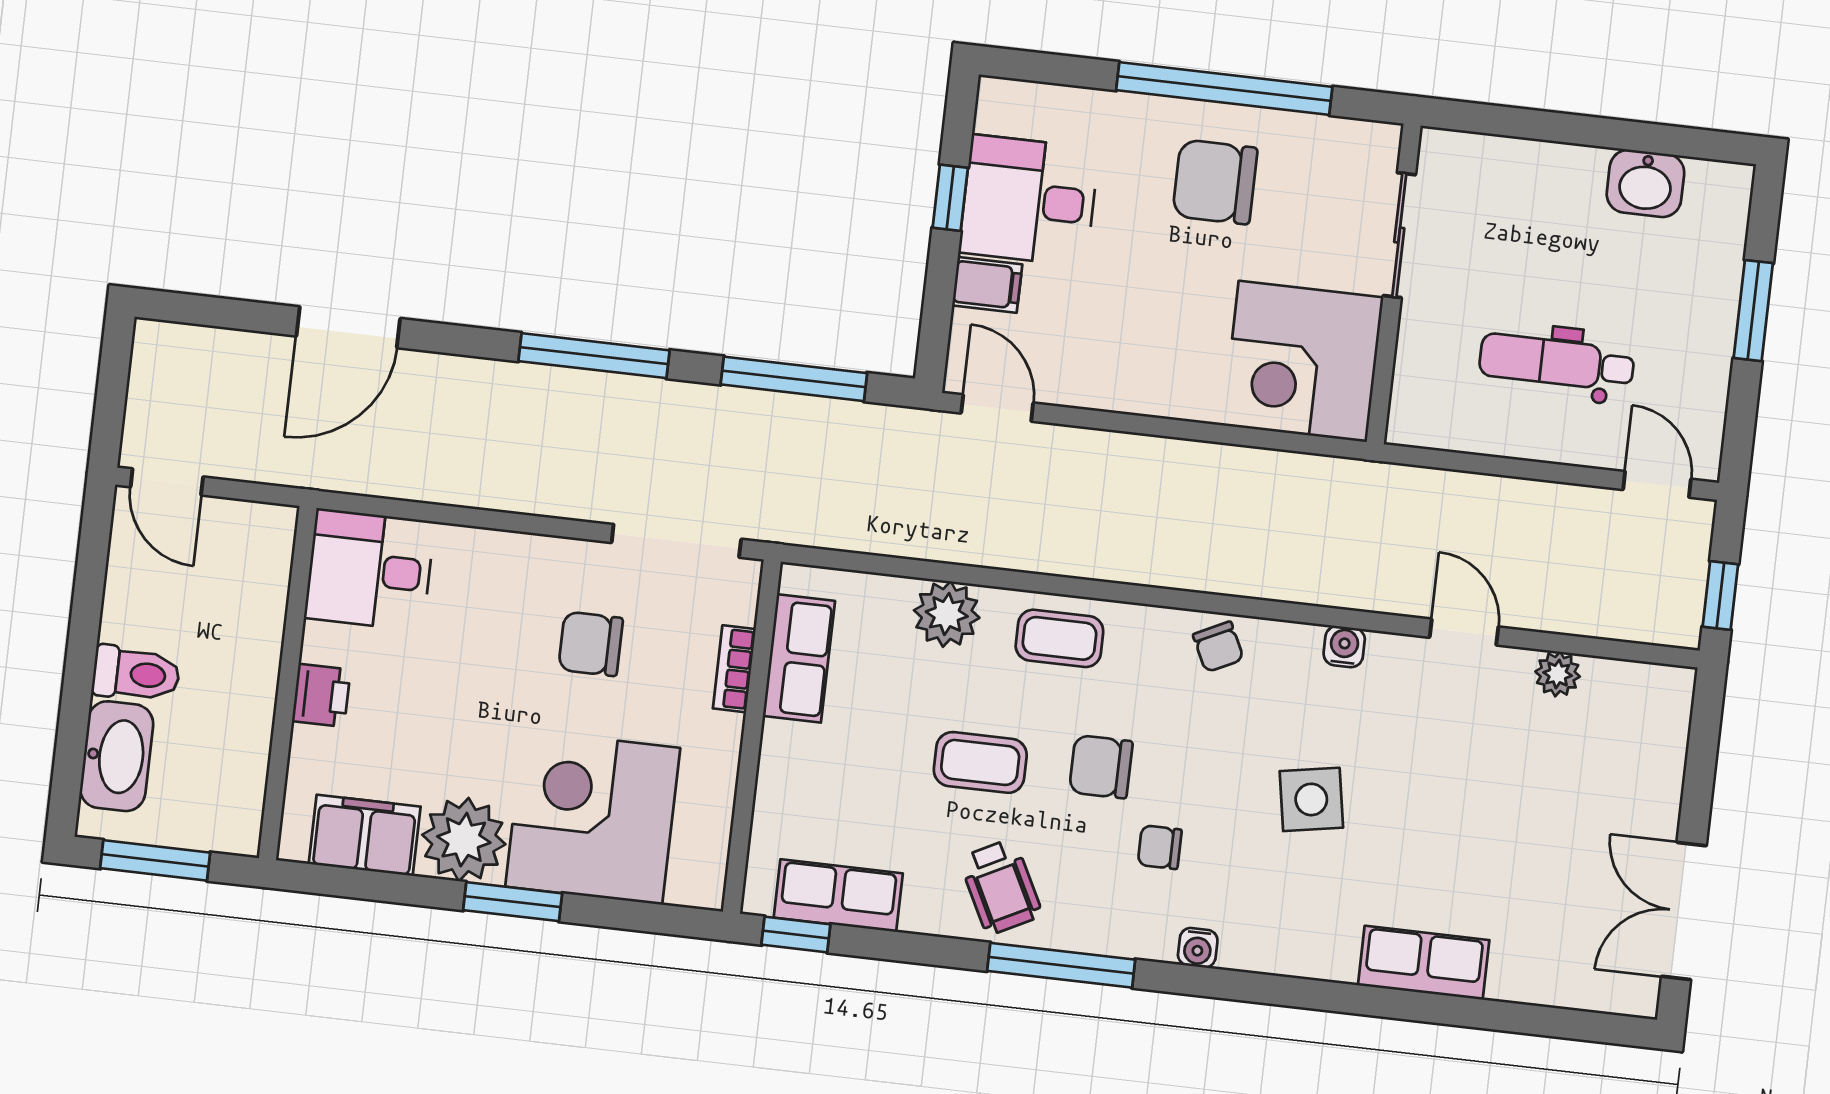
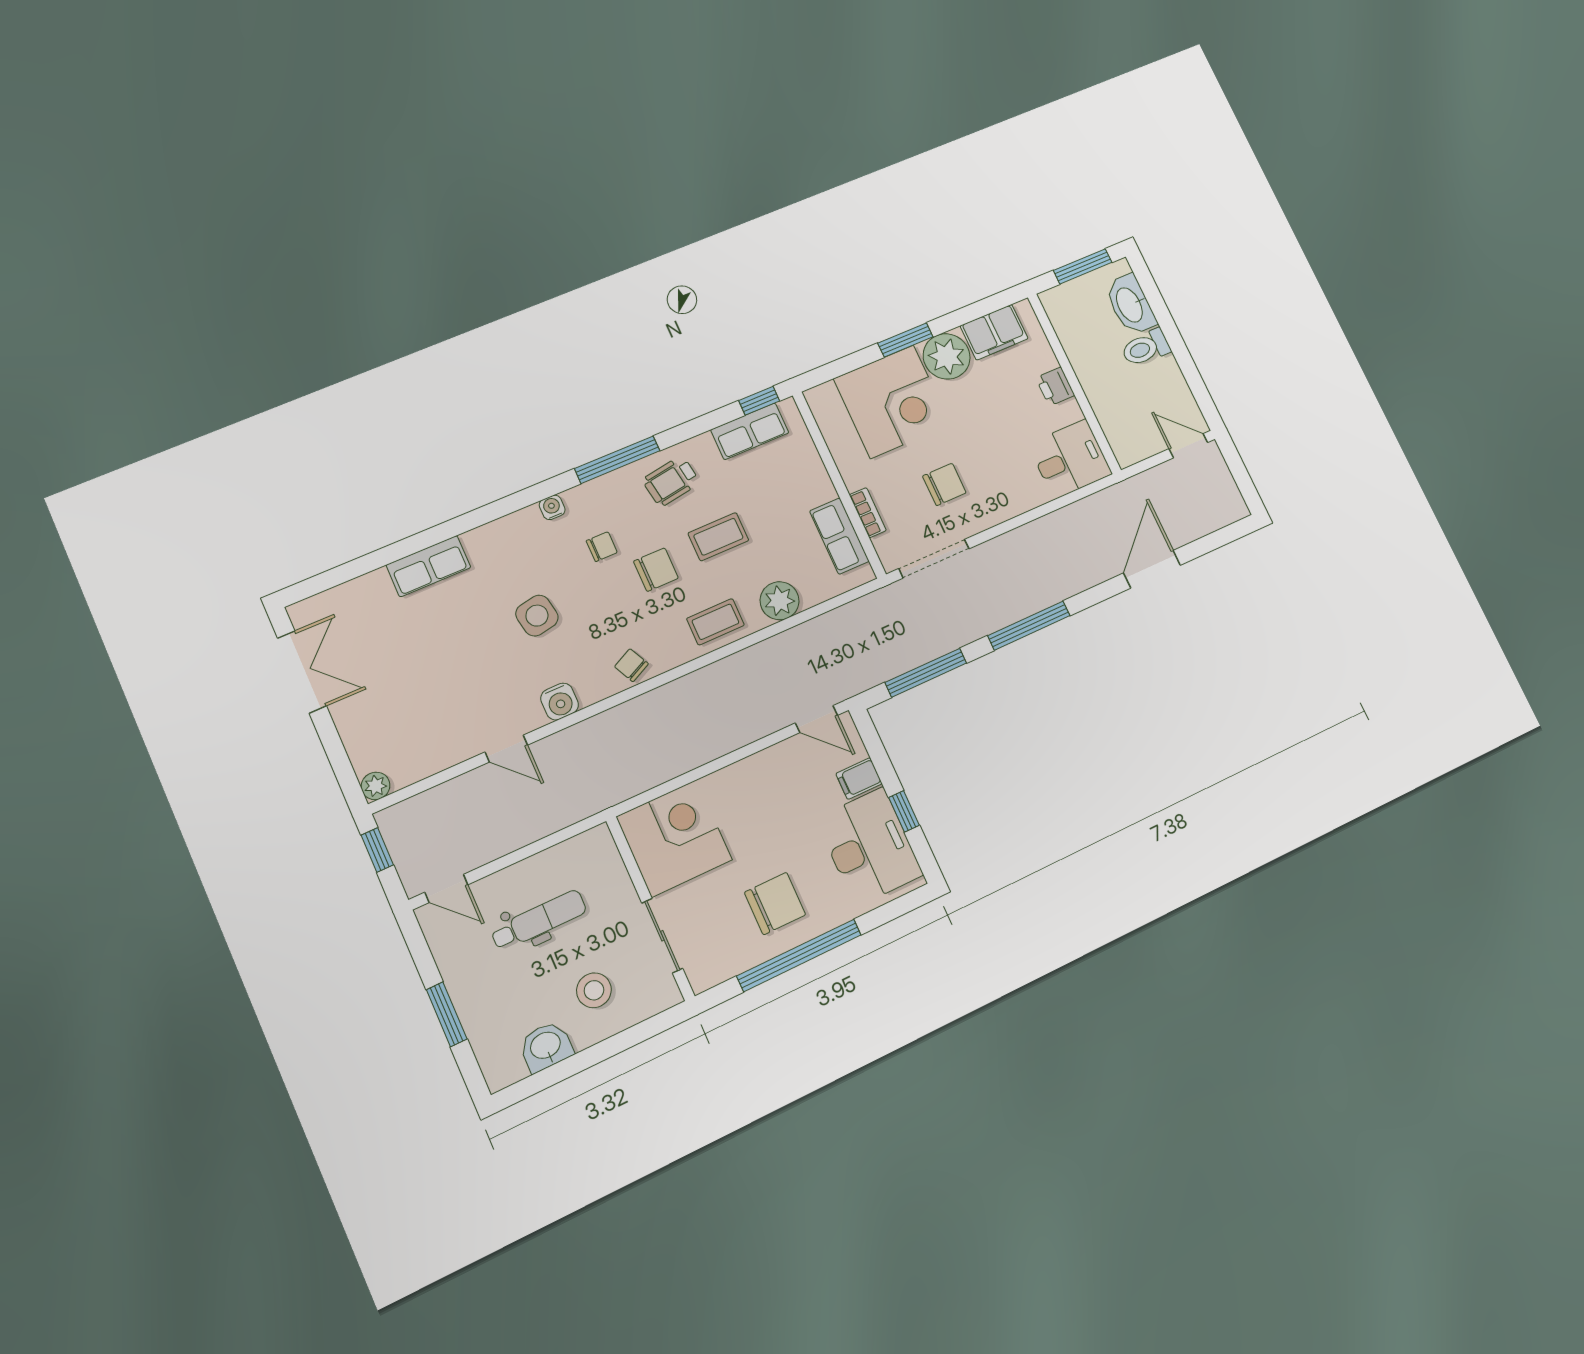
desk: (1029, 200) -> (869, 847), width x1.37
stool: (1537, 219) -> (594, 990), added
water cooler: (1344, 647) -> (560, 702), width x1.38, depth x1.38
plant: (1558, 674) -> (376, 786), moved
wheelchair: (1001, 887) -> (671, 481), turned -72

